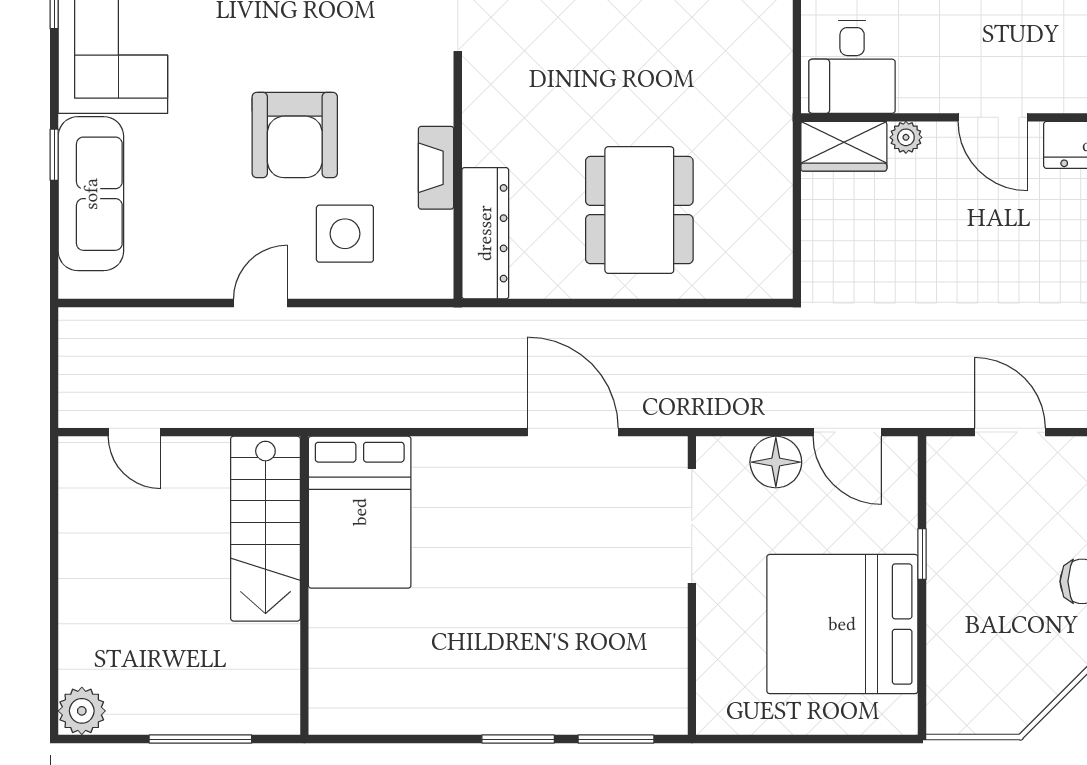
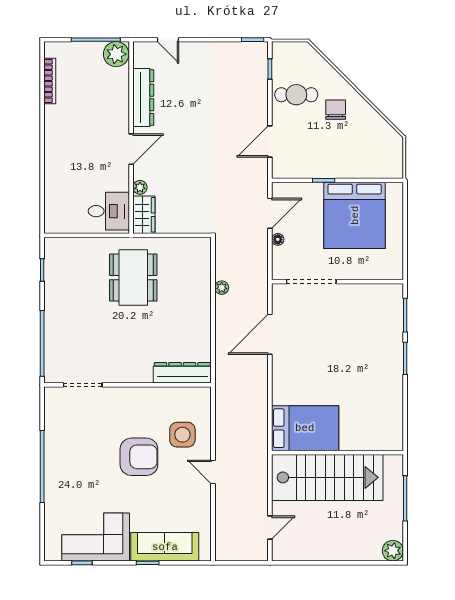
fireplace: (436, 168) -> (153, 394), removed
dining table: (639, 210) -> (133, 278), moved, turned 90
plant: (679, 323) -> (222, 288), added
floor lamp: (776, 462) -> (278, 239), width x0.53, depth x0.53
stairs: (265, 529) -> (327, 477), width x1.36, depth x1.51

